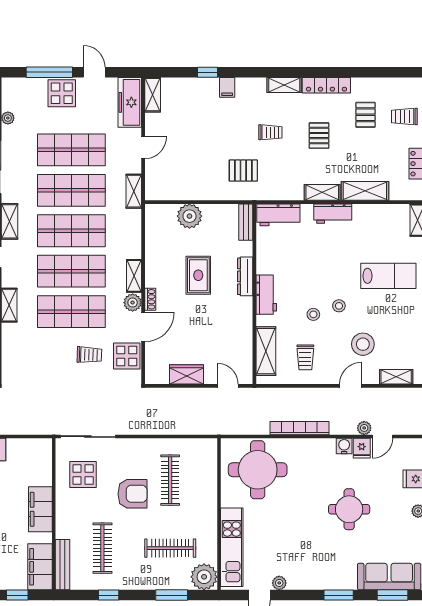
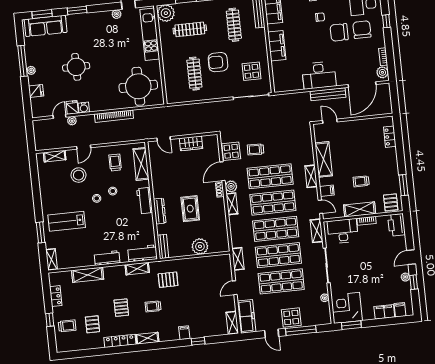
shelving: (322, 192) -> (137, 269), moved

